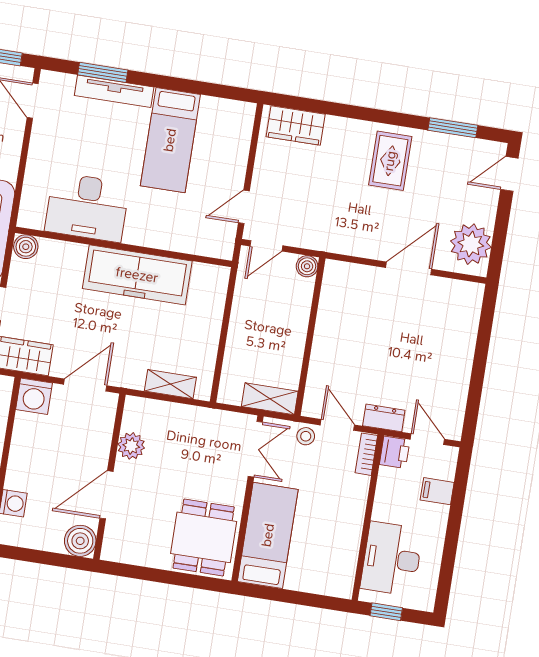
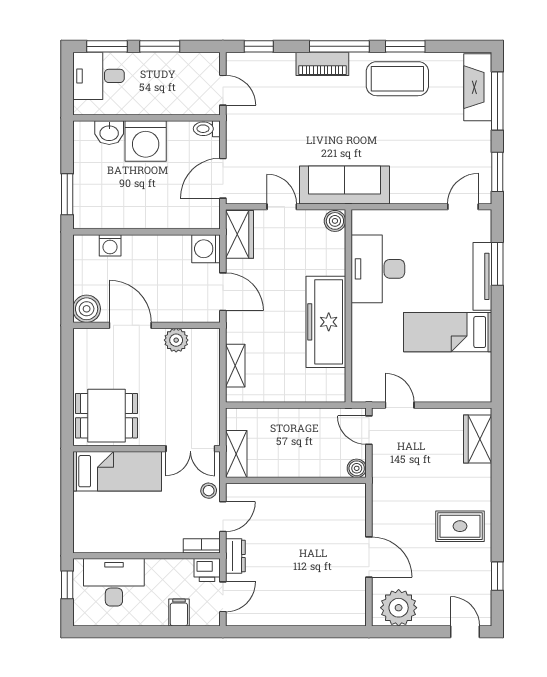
window: (453, 128) -> (497, 576), width x0.67

